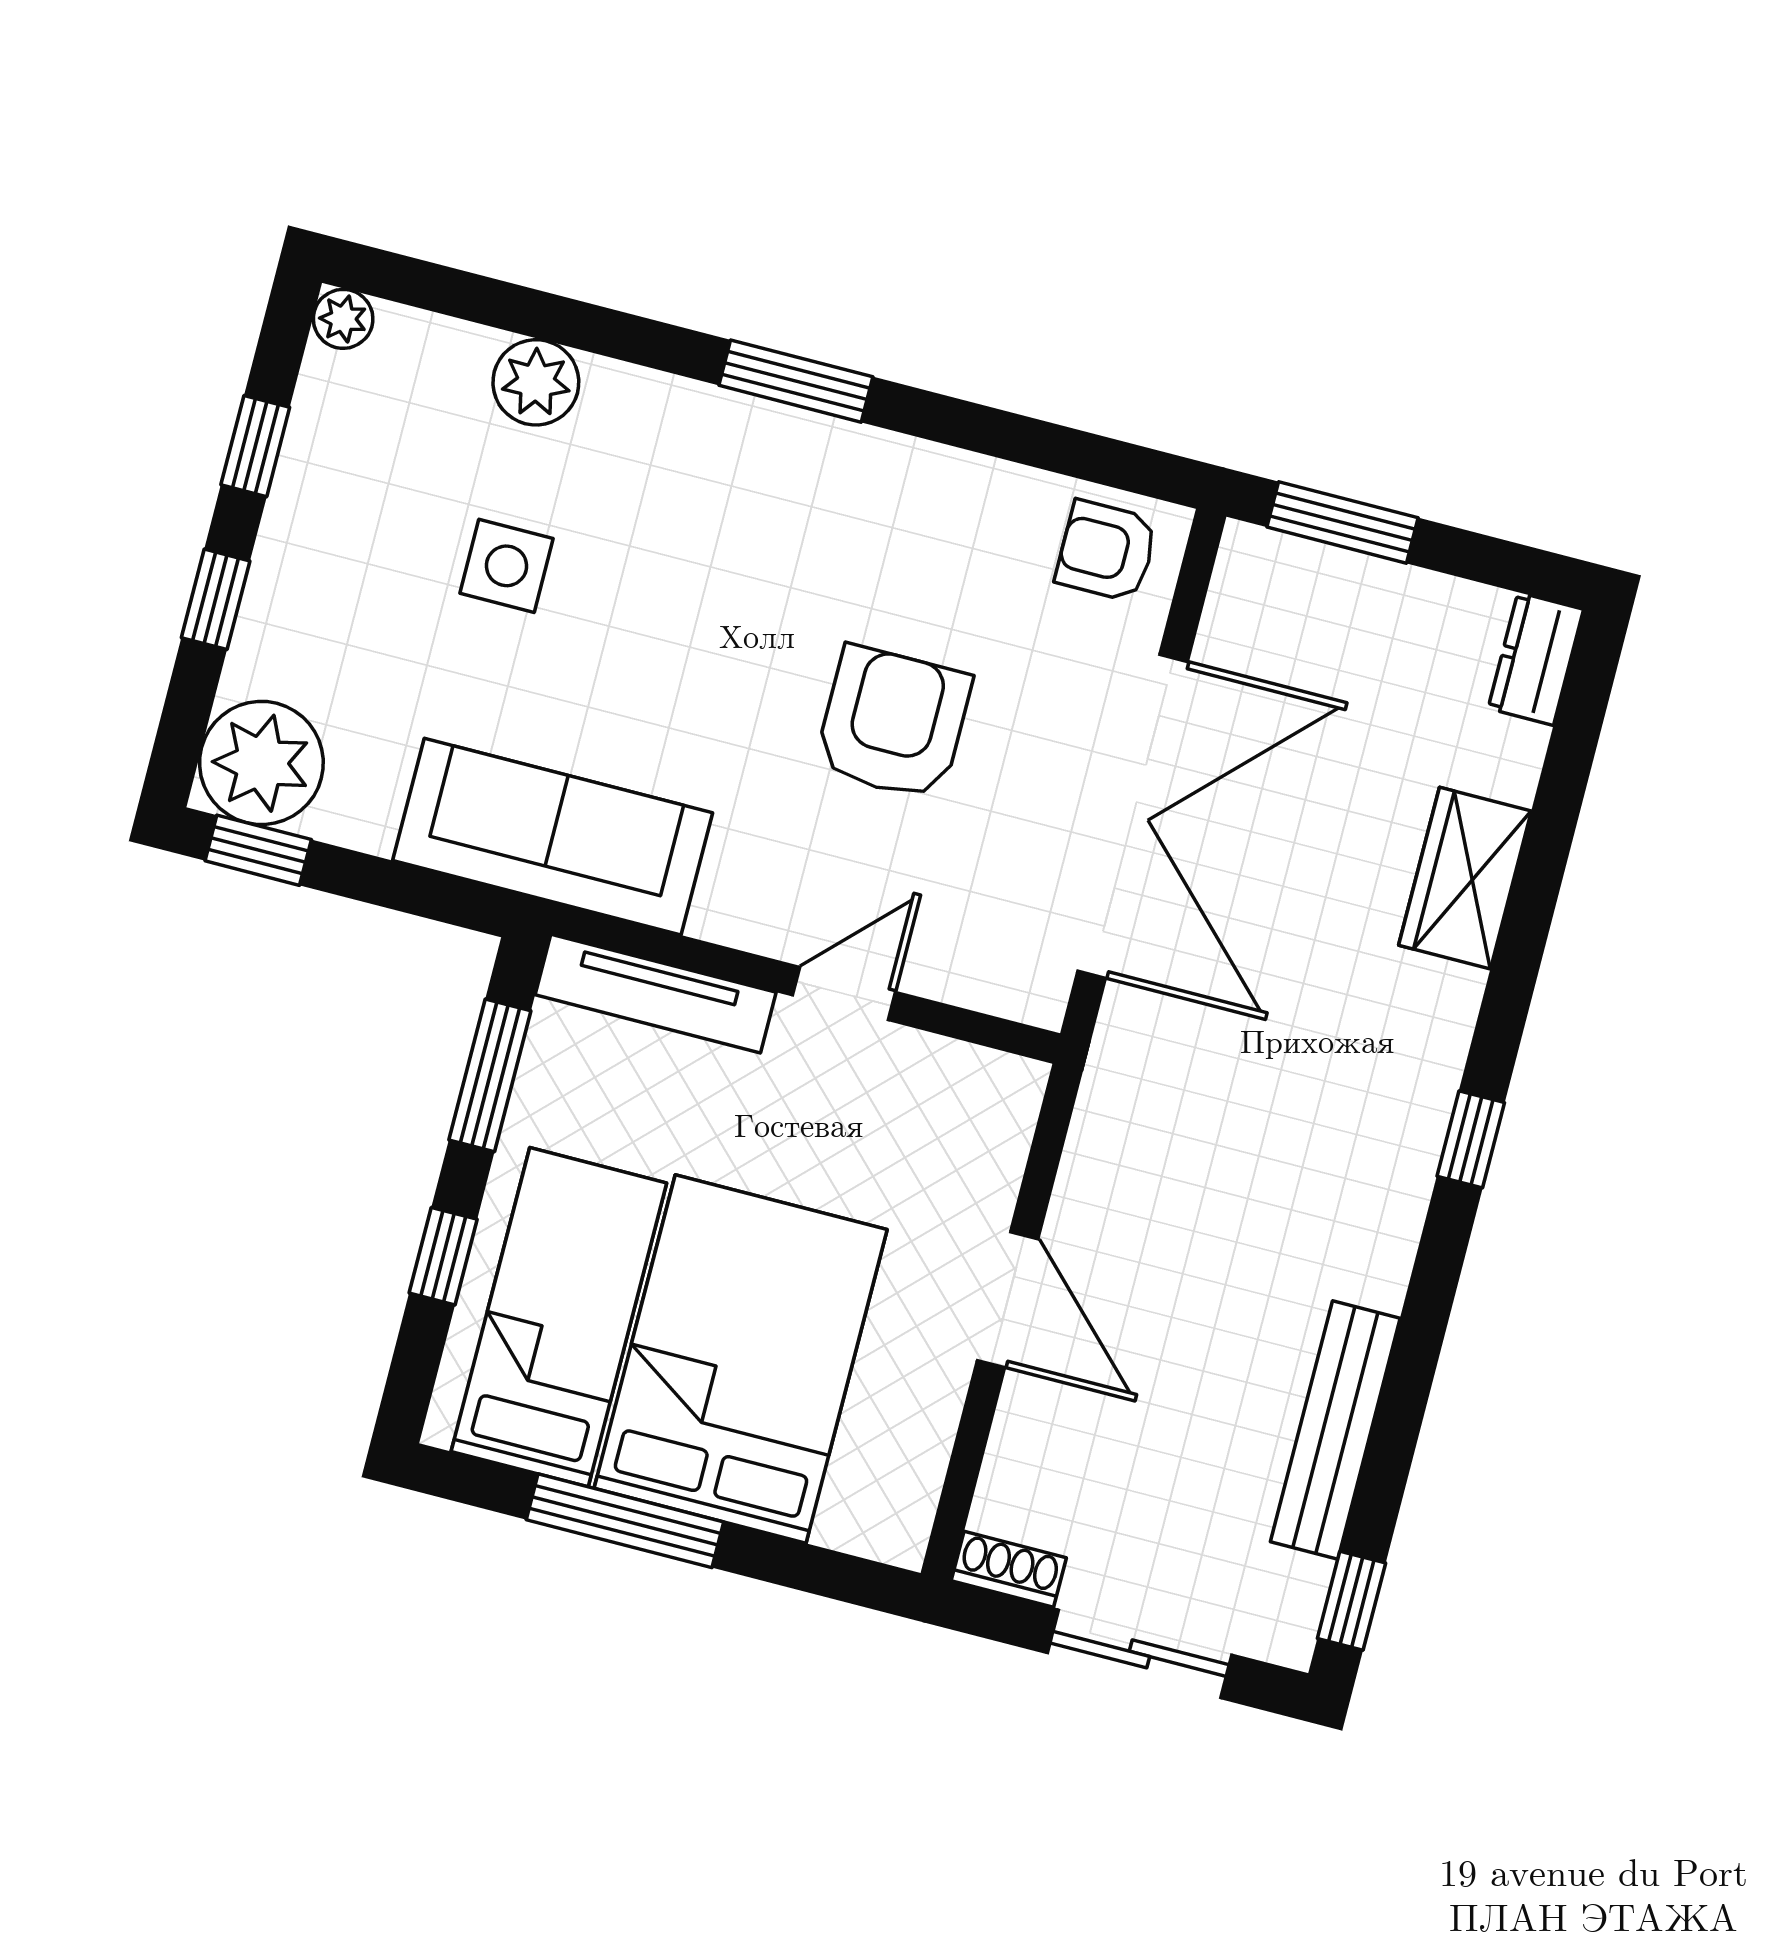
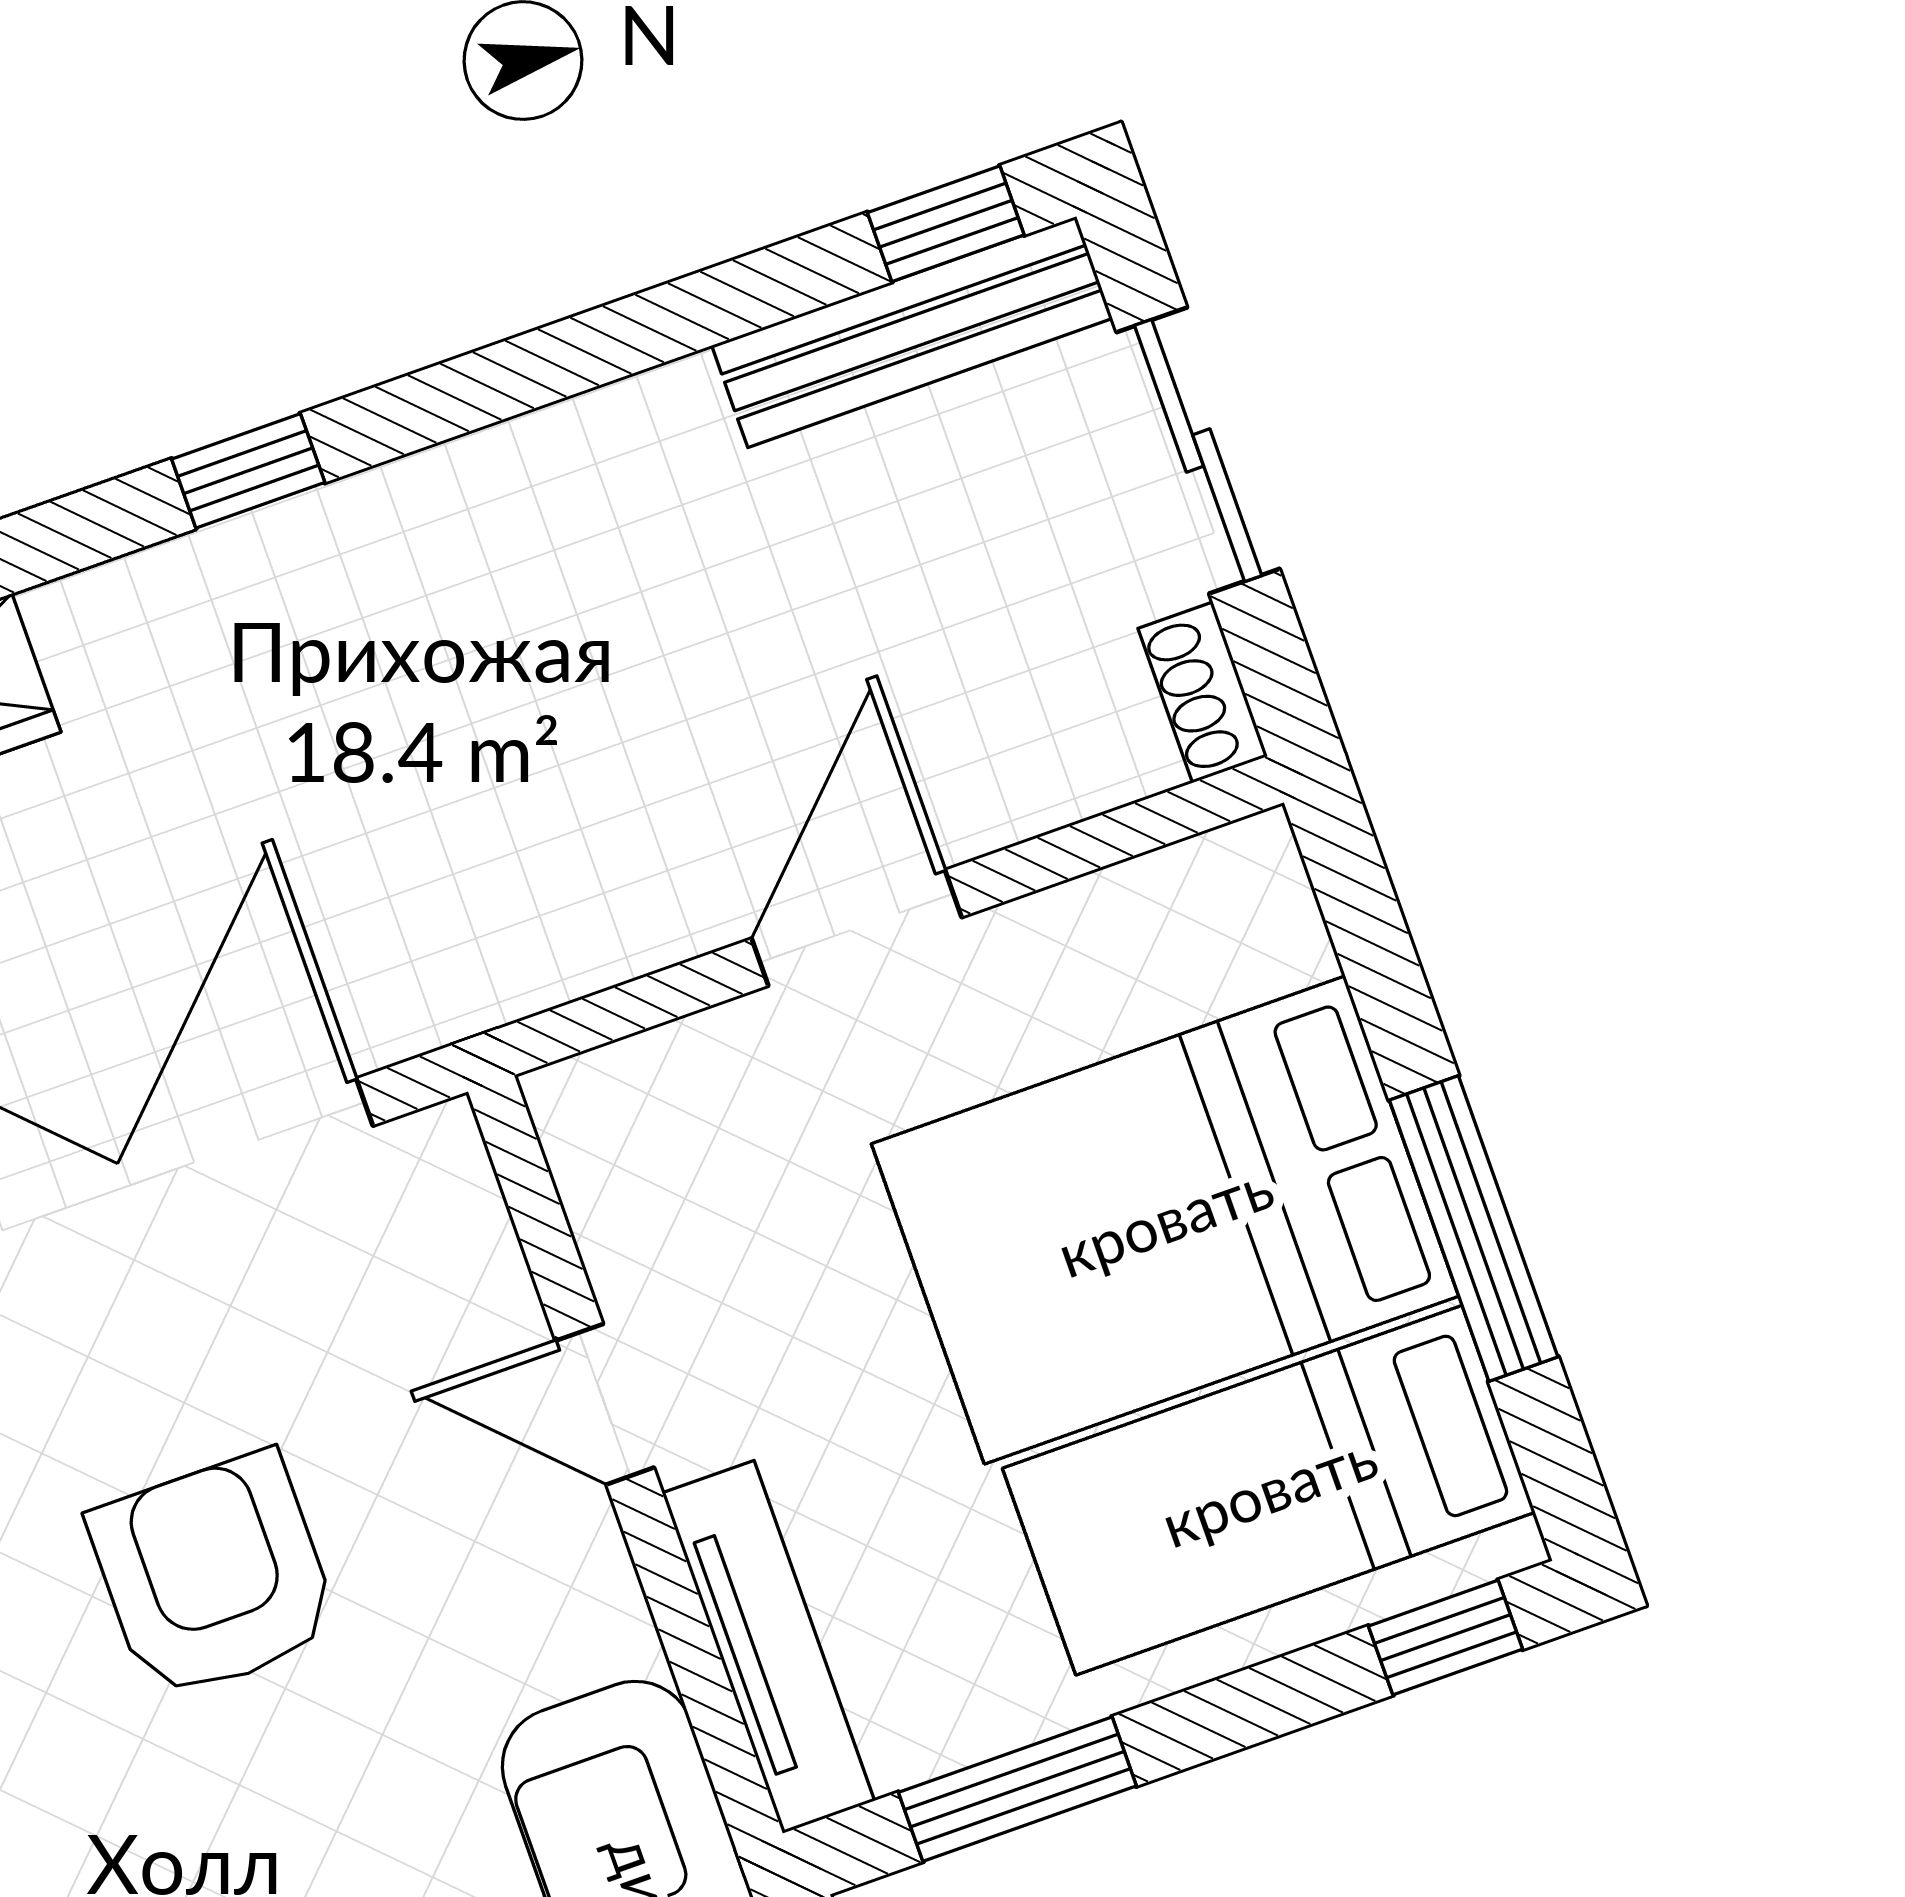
armchair: (893, 723) -> (214, 1576), turned 90
window: (443, 1256) -> (1446, 1638), moved
bench: (1335, 1430) -> (912, 332), moved

